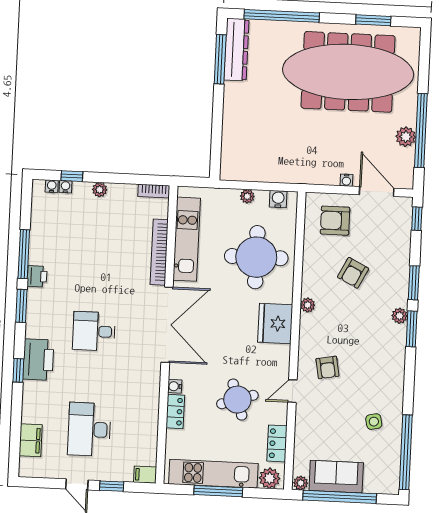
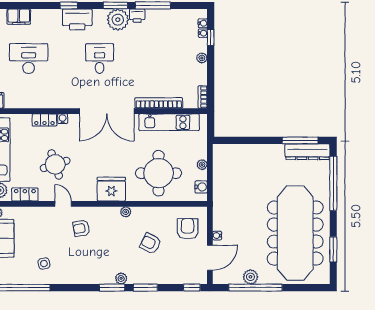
plant: (41, 303) -> (118, 20), added

